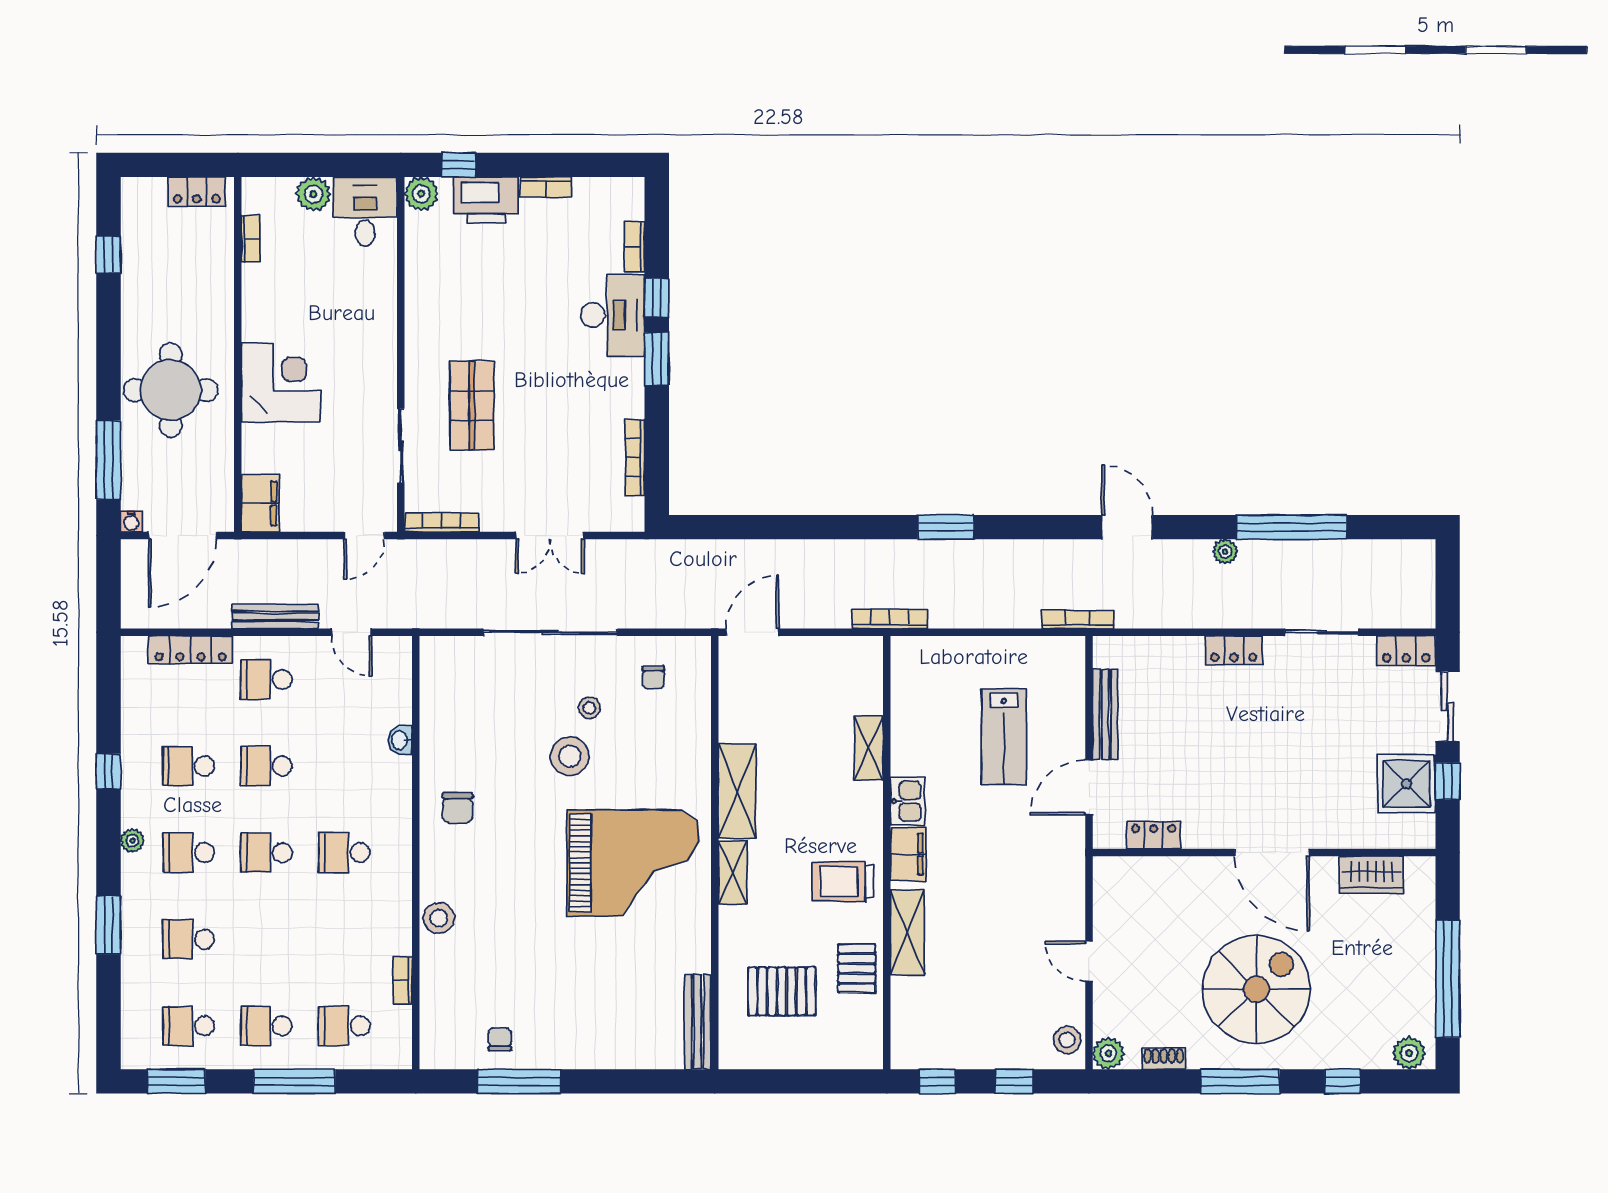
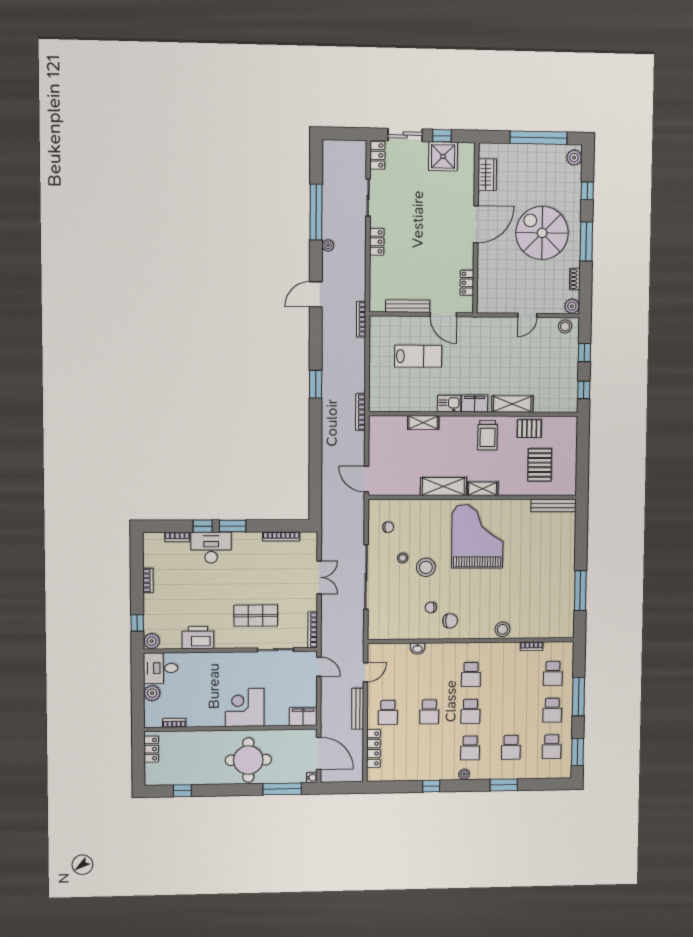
printer: (486, 200) -> (198, 638), moved, turned -90
school desk: (189, 766) -> (429, 749), removed
chair: (500, 1039) -> (431, 608), moved

